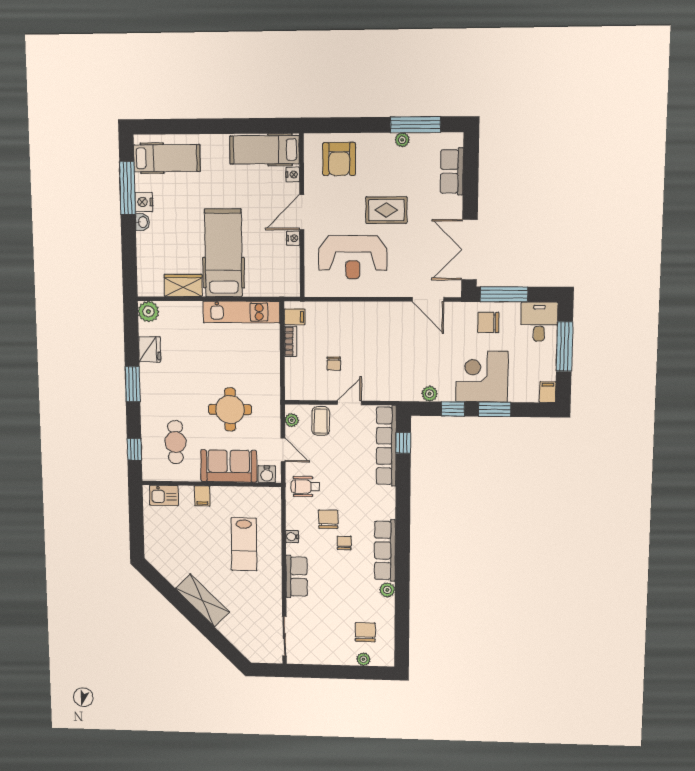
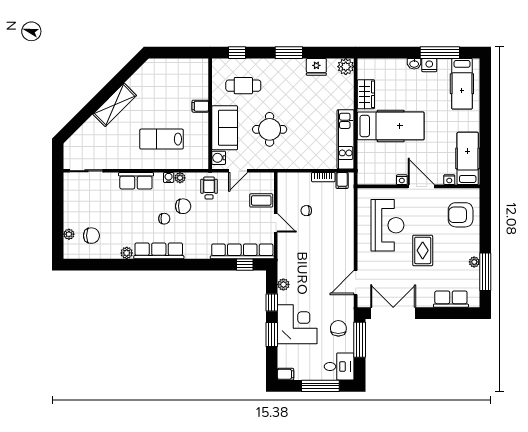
reception desk: (353, 257) -> (387, 225), turned 180
plant: (292, 420) -> (180, 178), moved
kitchen sink: (164, 495) -> (200, 75), removed

